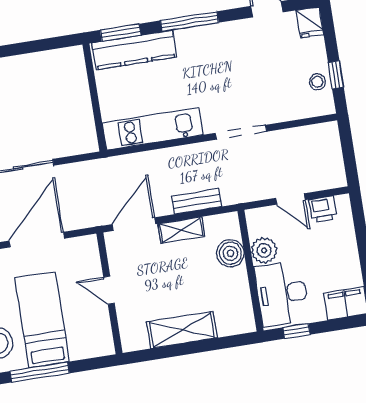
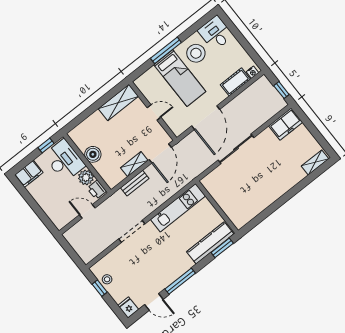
window: (190, 22) -> (180, 281), moved
printer: (323, 209) -> (97, 190), moved, turned -90
boiler: (230, 253) -> (93, 154), moved
shelving: (182, 330) -> (118, 103), moved

